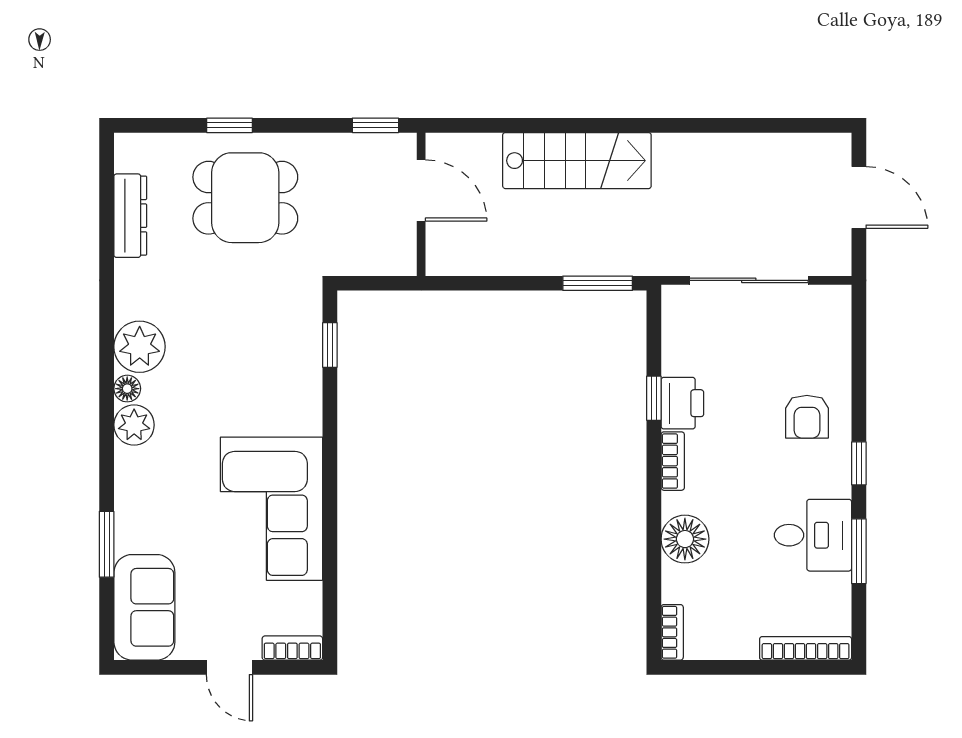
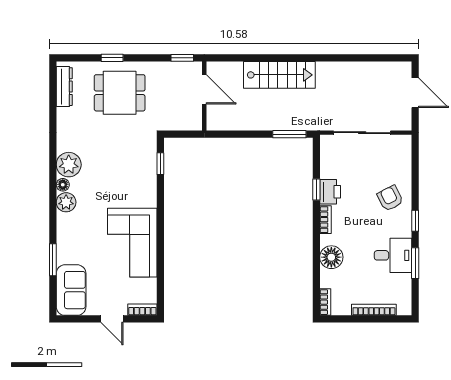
dresser: (130, 216) -> (64, 87), moved
armchair: (807, 417) -> (390, 198), turned 153
bookcase: (806, 648) -> (374, 310), moved

